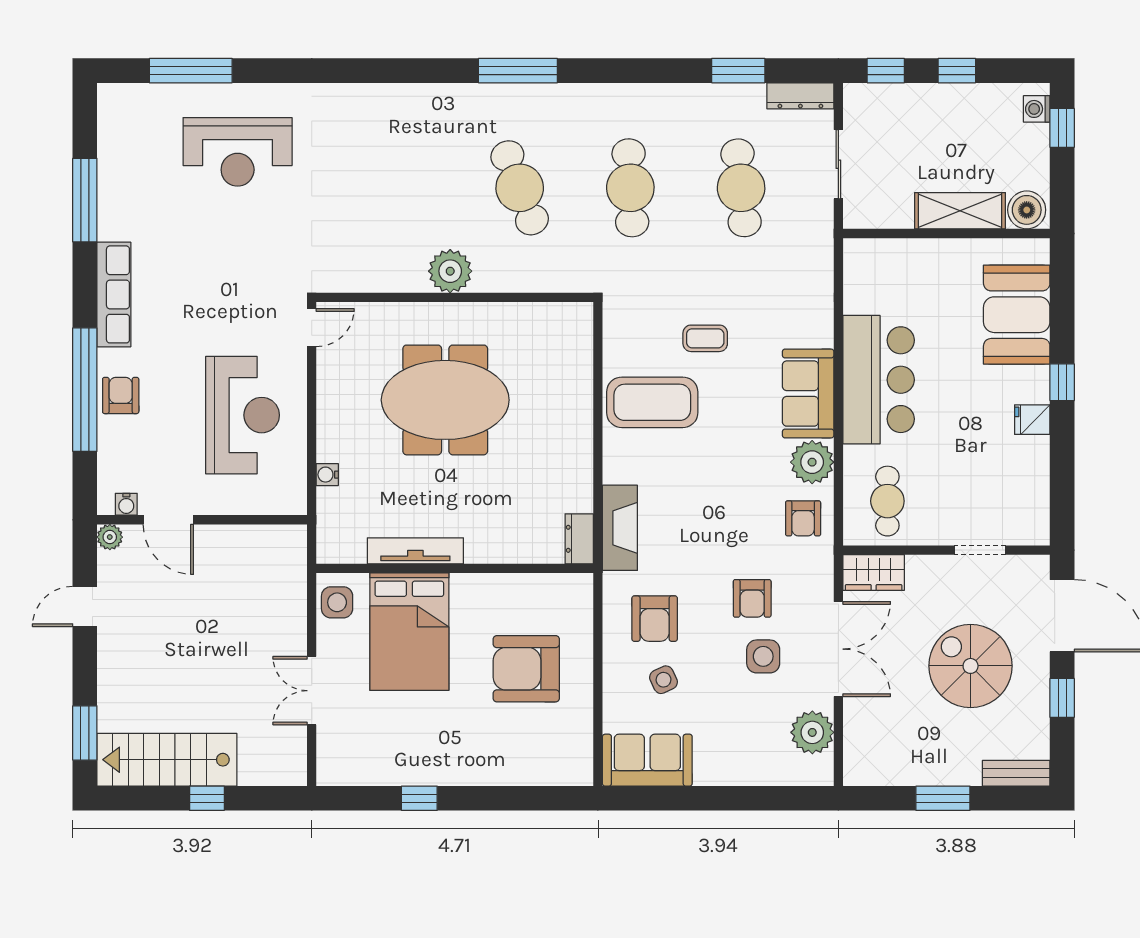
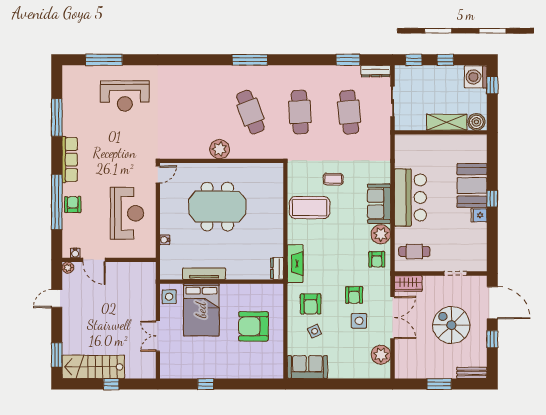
washing machine: (1037, 109) -> (476, 77), width x1.89, depth x1.89
booth: (1017, 315) -> (472, 186), moved
cafe table: (887, 501) -> (414, 252), turned 90

